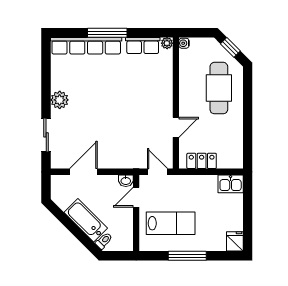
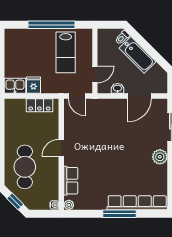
row of seats: (143, 45) -> (71, 181), moved, turned 90
door: (176, 127) -> (61, 148), moved
washbasin: (126, 181) -> (117, 88), moved
lab bench: (171, 223) -> (66, 52), turned -90
fridge: (235, 241) -> (33, 85), moved, turned 180
window: (187, 256) -> (52, 25), width x1.46

